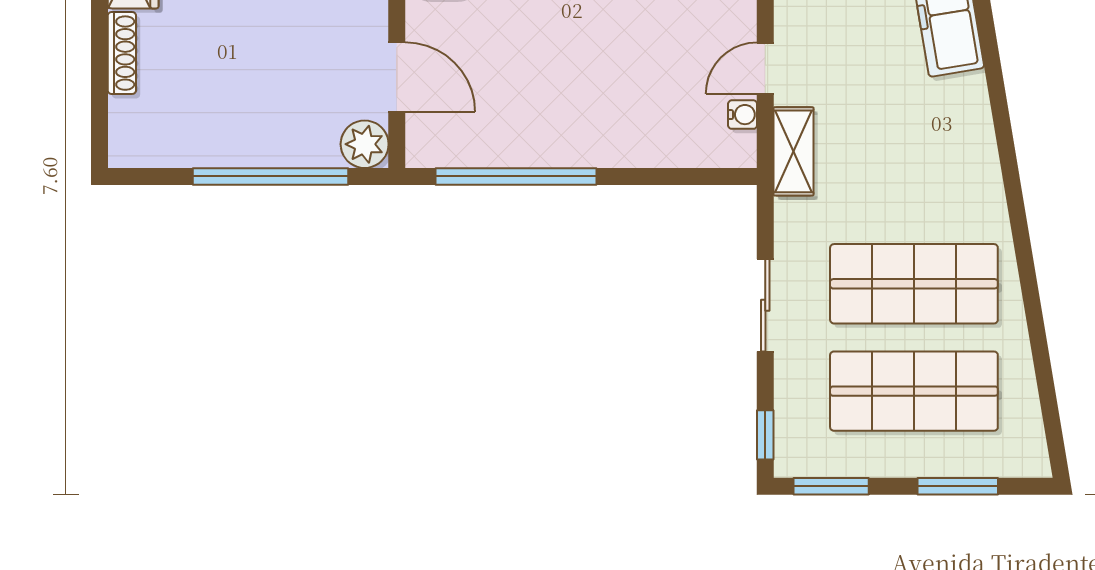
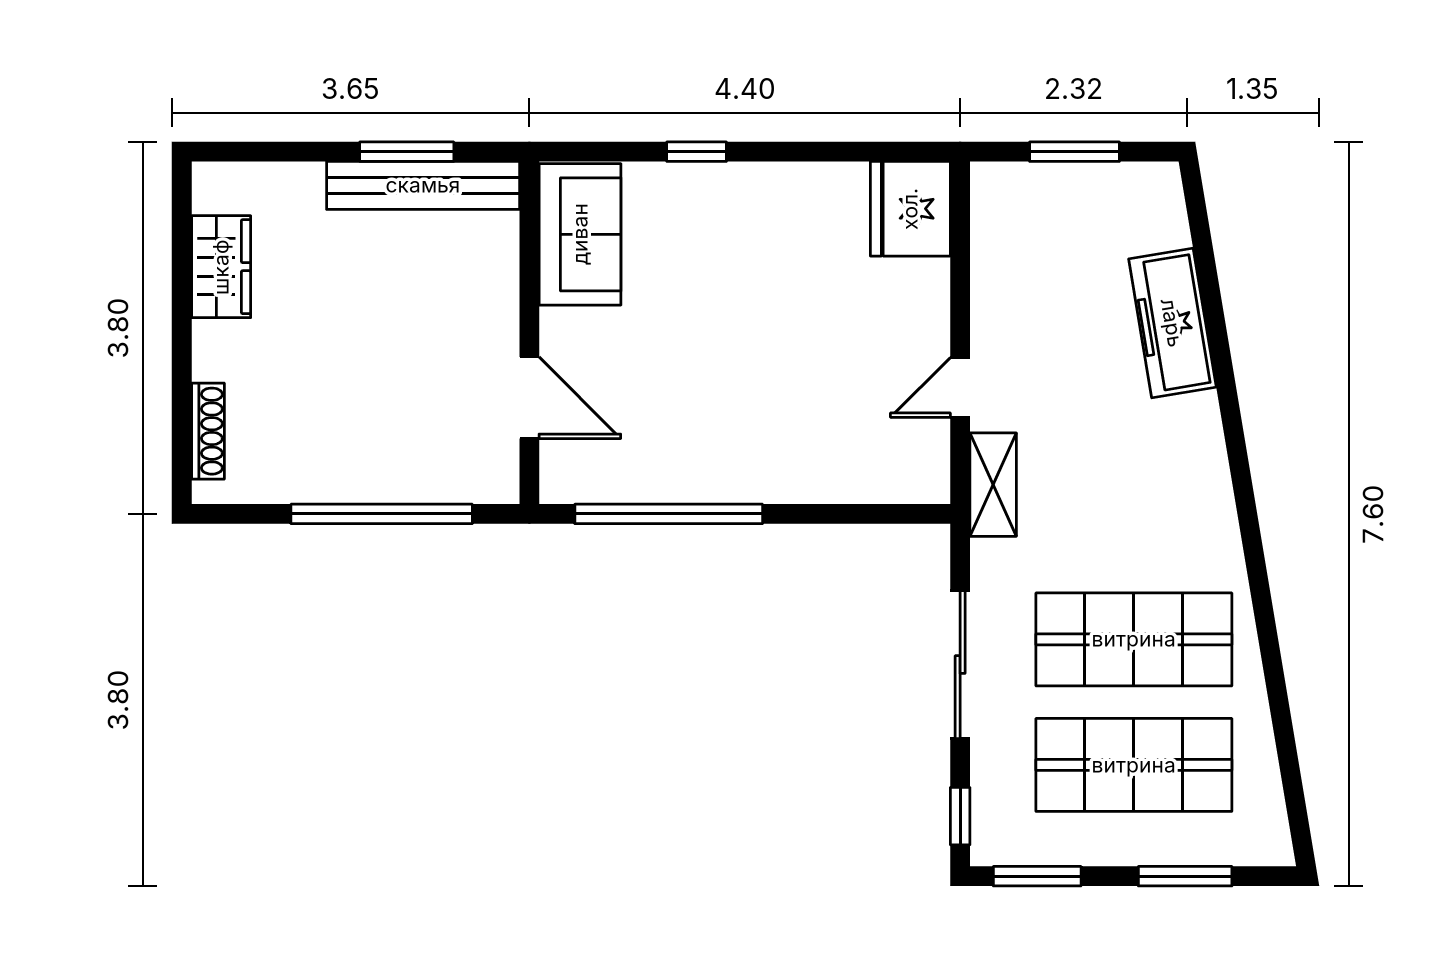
shoe rack: (122, 53) -> (208, 431), moved
water cooler: (743, 115) -> (934, 442), removed
plant: (365, 144) -> (492, 476), removed
sliding door: (765, 305) -> (960, 665), width x1.37

